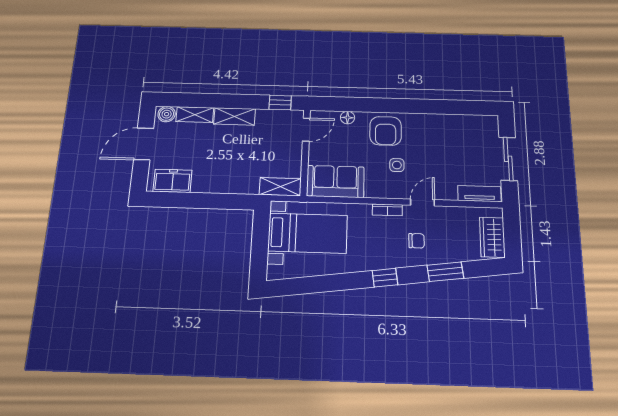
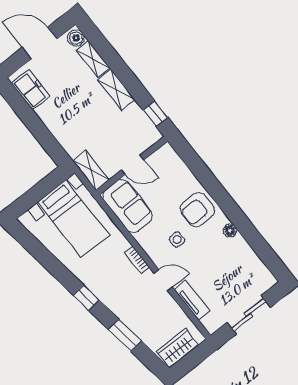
floor lamp: (348, 118) -> (230, 231), moved
door: (306, 130) -> (133, 165), moved
tv unit: (479, 194) -> (192, 300), moved
chair: (417, 241) -> (131, 298), removed

